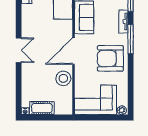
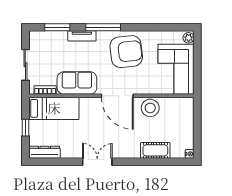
double door: (19, 50) -> (97, 162), moved
armchair: (110, 58) -> (126, 52), turned -96
cot: (42, 108) -> (155, 150), moved, turned 90

